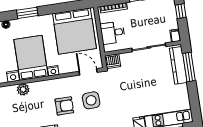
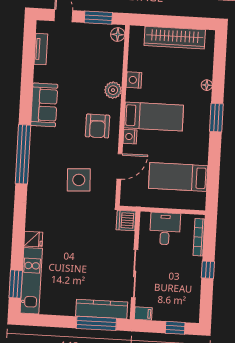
bed: (74, 31) -> (178, 177), width x0.49
bed: (31, 58) -> (154, 116), width x0.67
door: (88, 72) -> (120, 166), moved
armchair: (64, 106) -> (98, 126), moved

